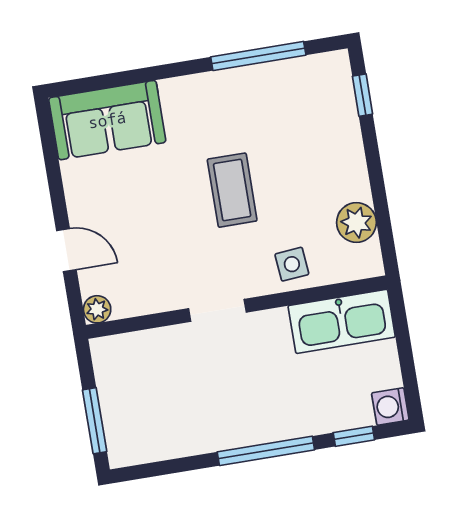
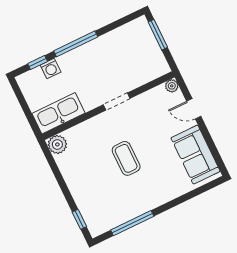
sofa: (107, 120) -> (196, 155), moved, turned -90
plant: (356, 223) -> (57, 144), moved
side table: (292, 264) -> (89, 133), removed
washing machine: (390, 406) -> (51, 68), moved, turned 90

